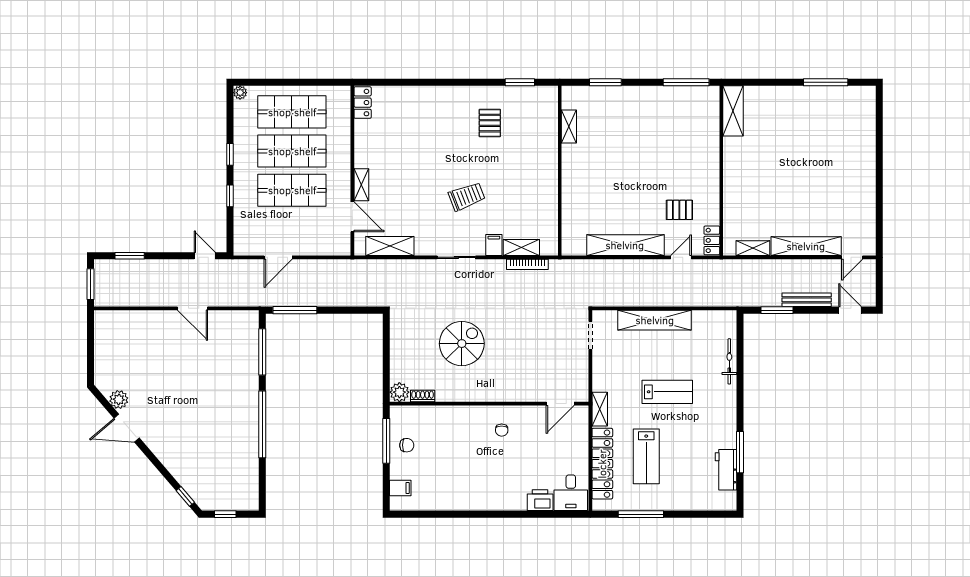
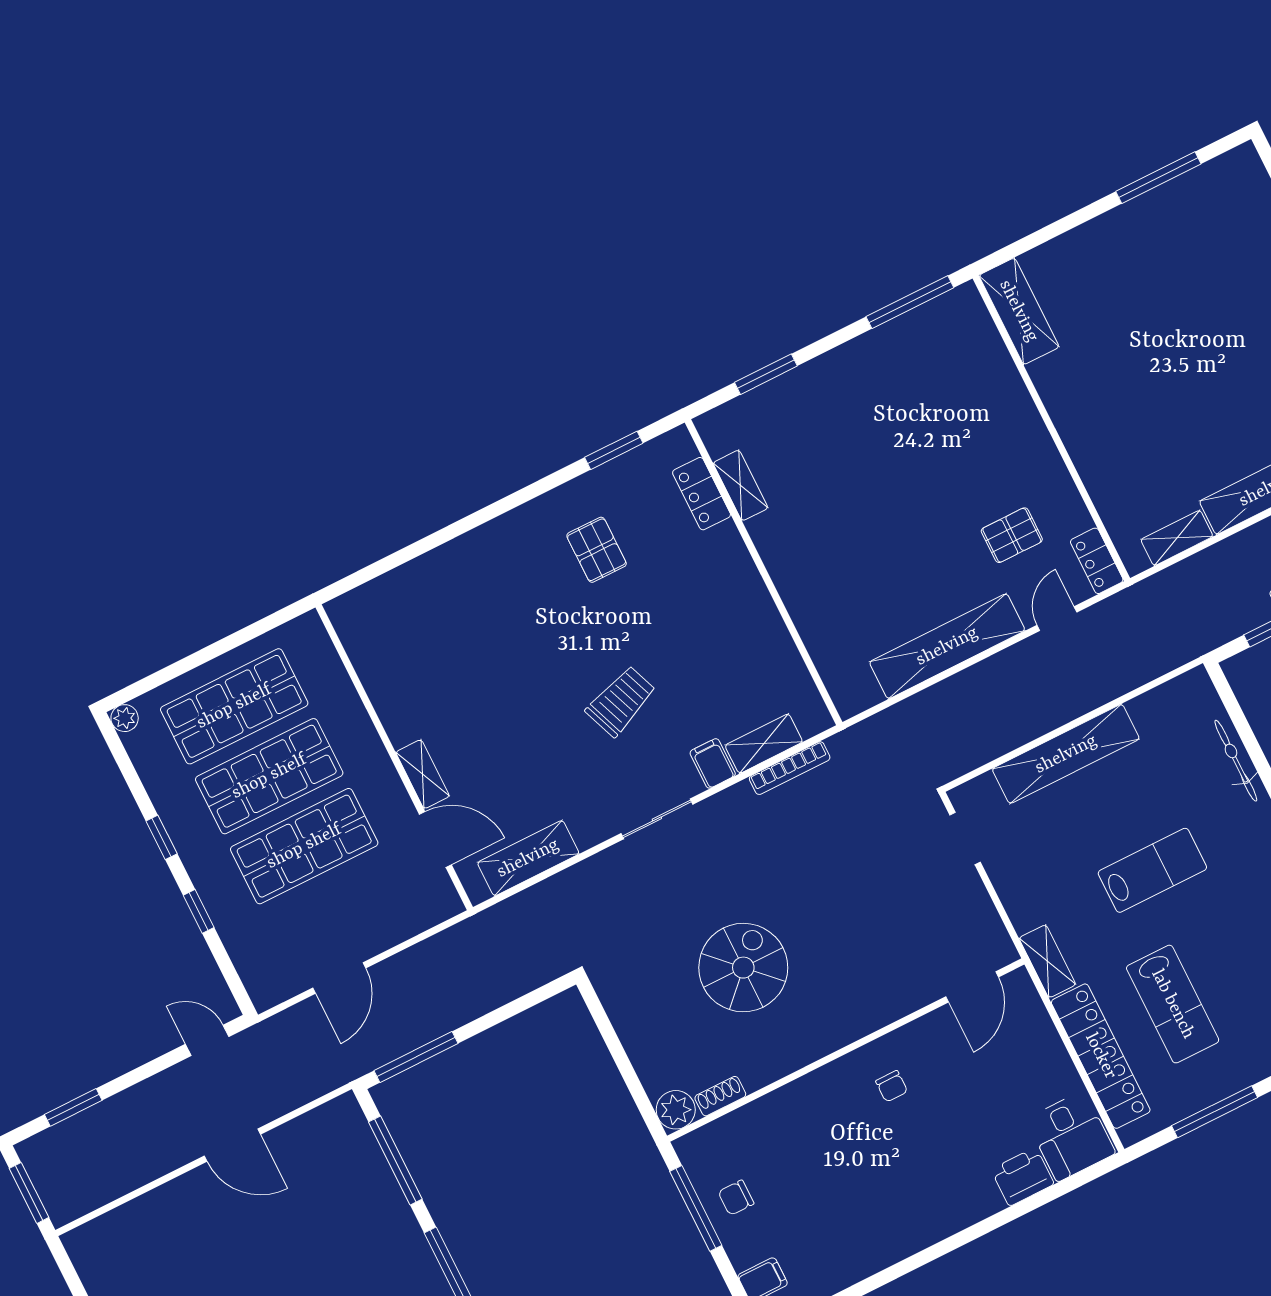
locker: (363, 103) -> (702, 494), moved, turned 180
chair: (407, 445) -> (736, 1198), turned 180

